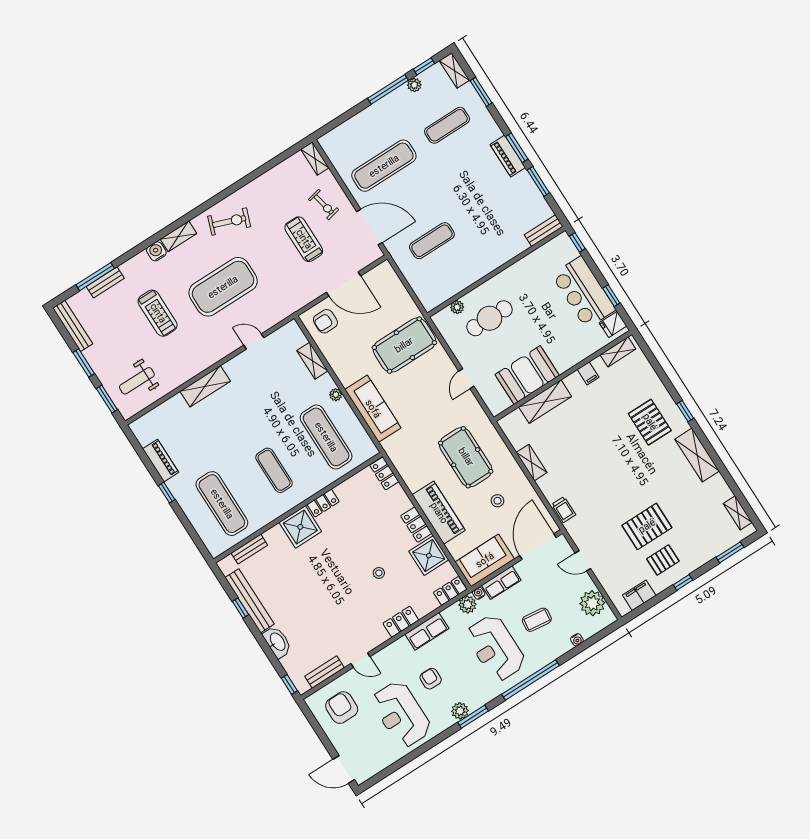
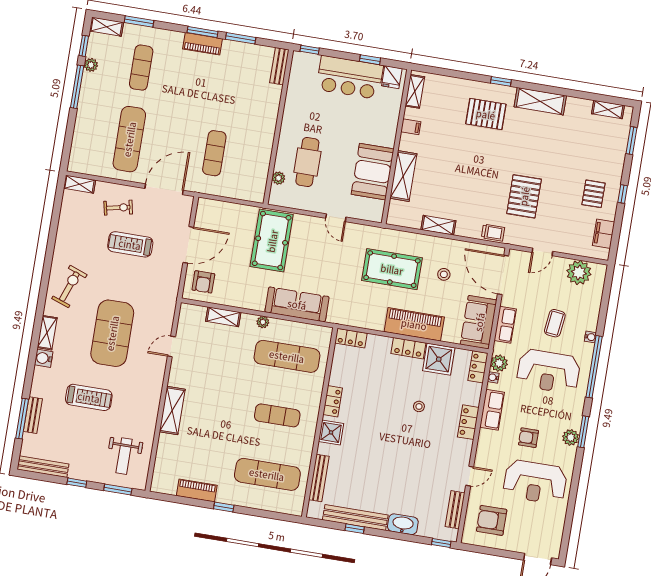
window: (84, 363) -> (77, 483), width x0.67
pallet: (647, 526) -> (524, 196), moved
shower: (300, 527) -> (331, 432), width x0.73, depth x0.73
bench: (249, 549) -> (319, 478), width x1.36
water cooler: (479, 593) -> (493, 377), moved
water cooler: (577, 640) -> (590, 337), moved

